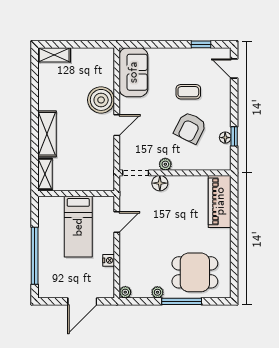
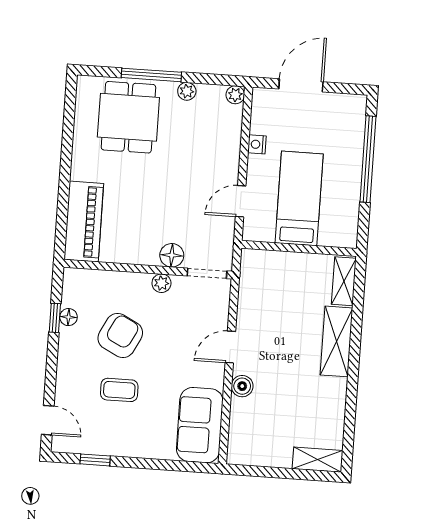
boiler: (101, 100) -> (242, 386), width x0.54, depth x0.54
dining table: (195, 272) -> (128, 117), turned 90

